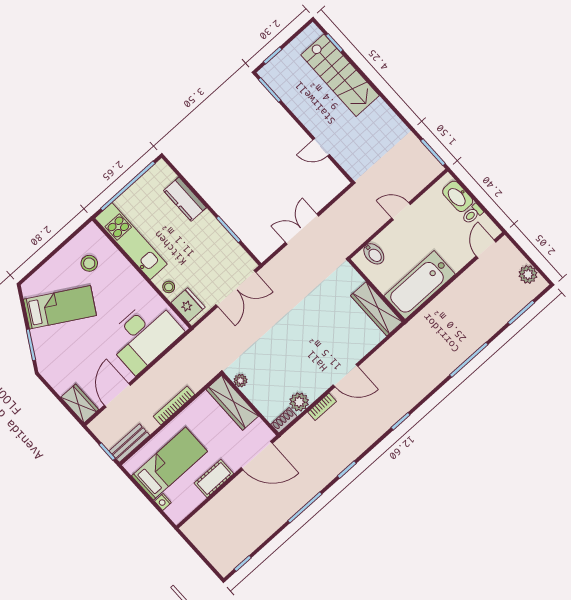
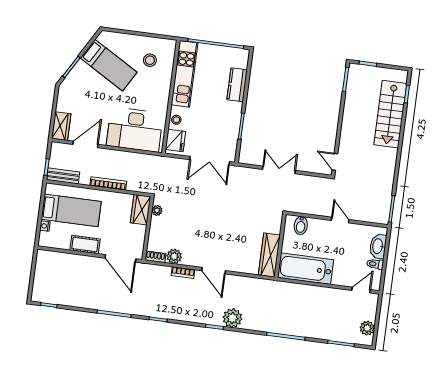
door: (321, 147) -> (335, 162), moved
plant: (407, 397) -> (232, 318), added
wardrobe: (232, 403) -> (141, 210), width x0.67

